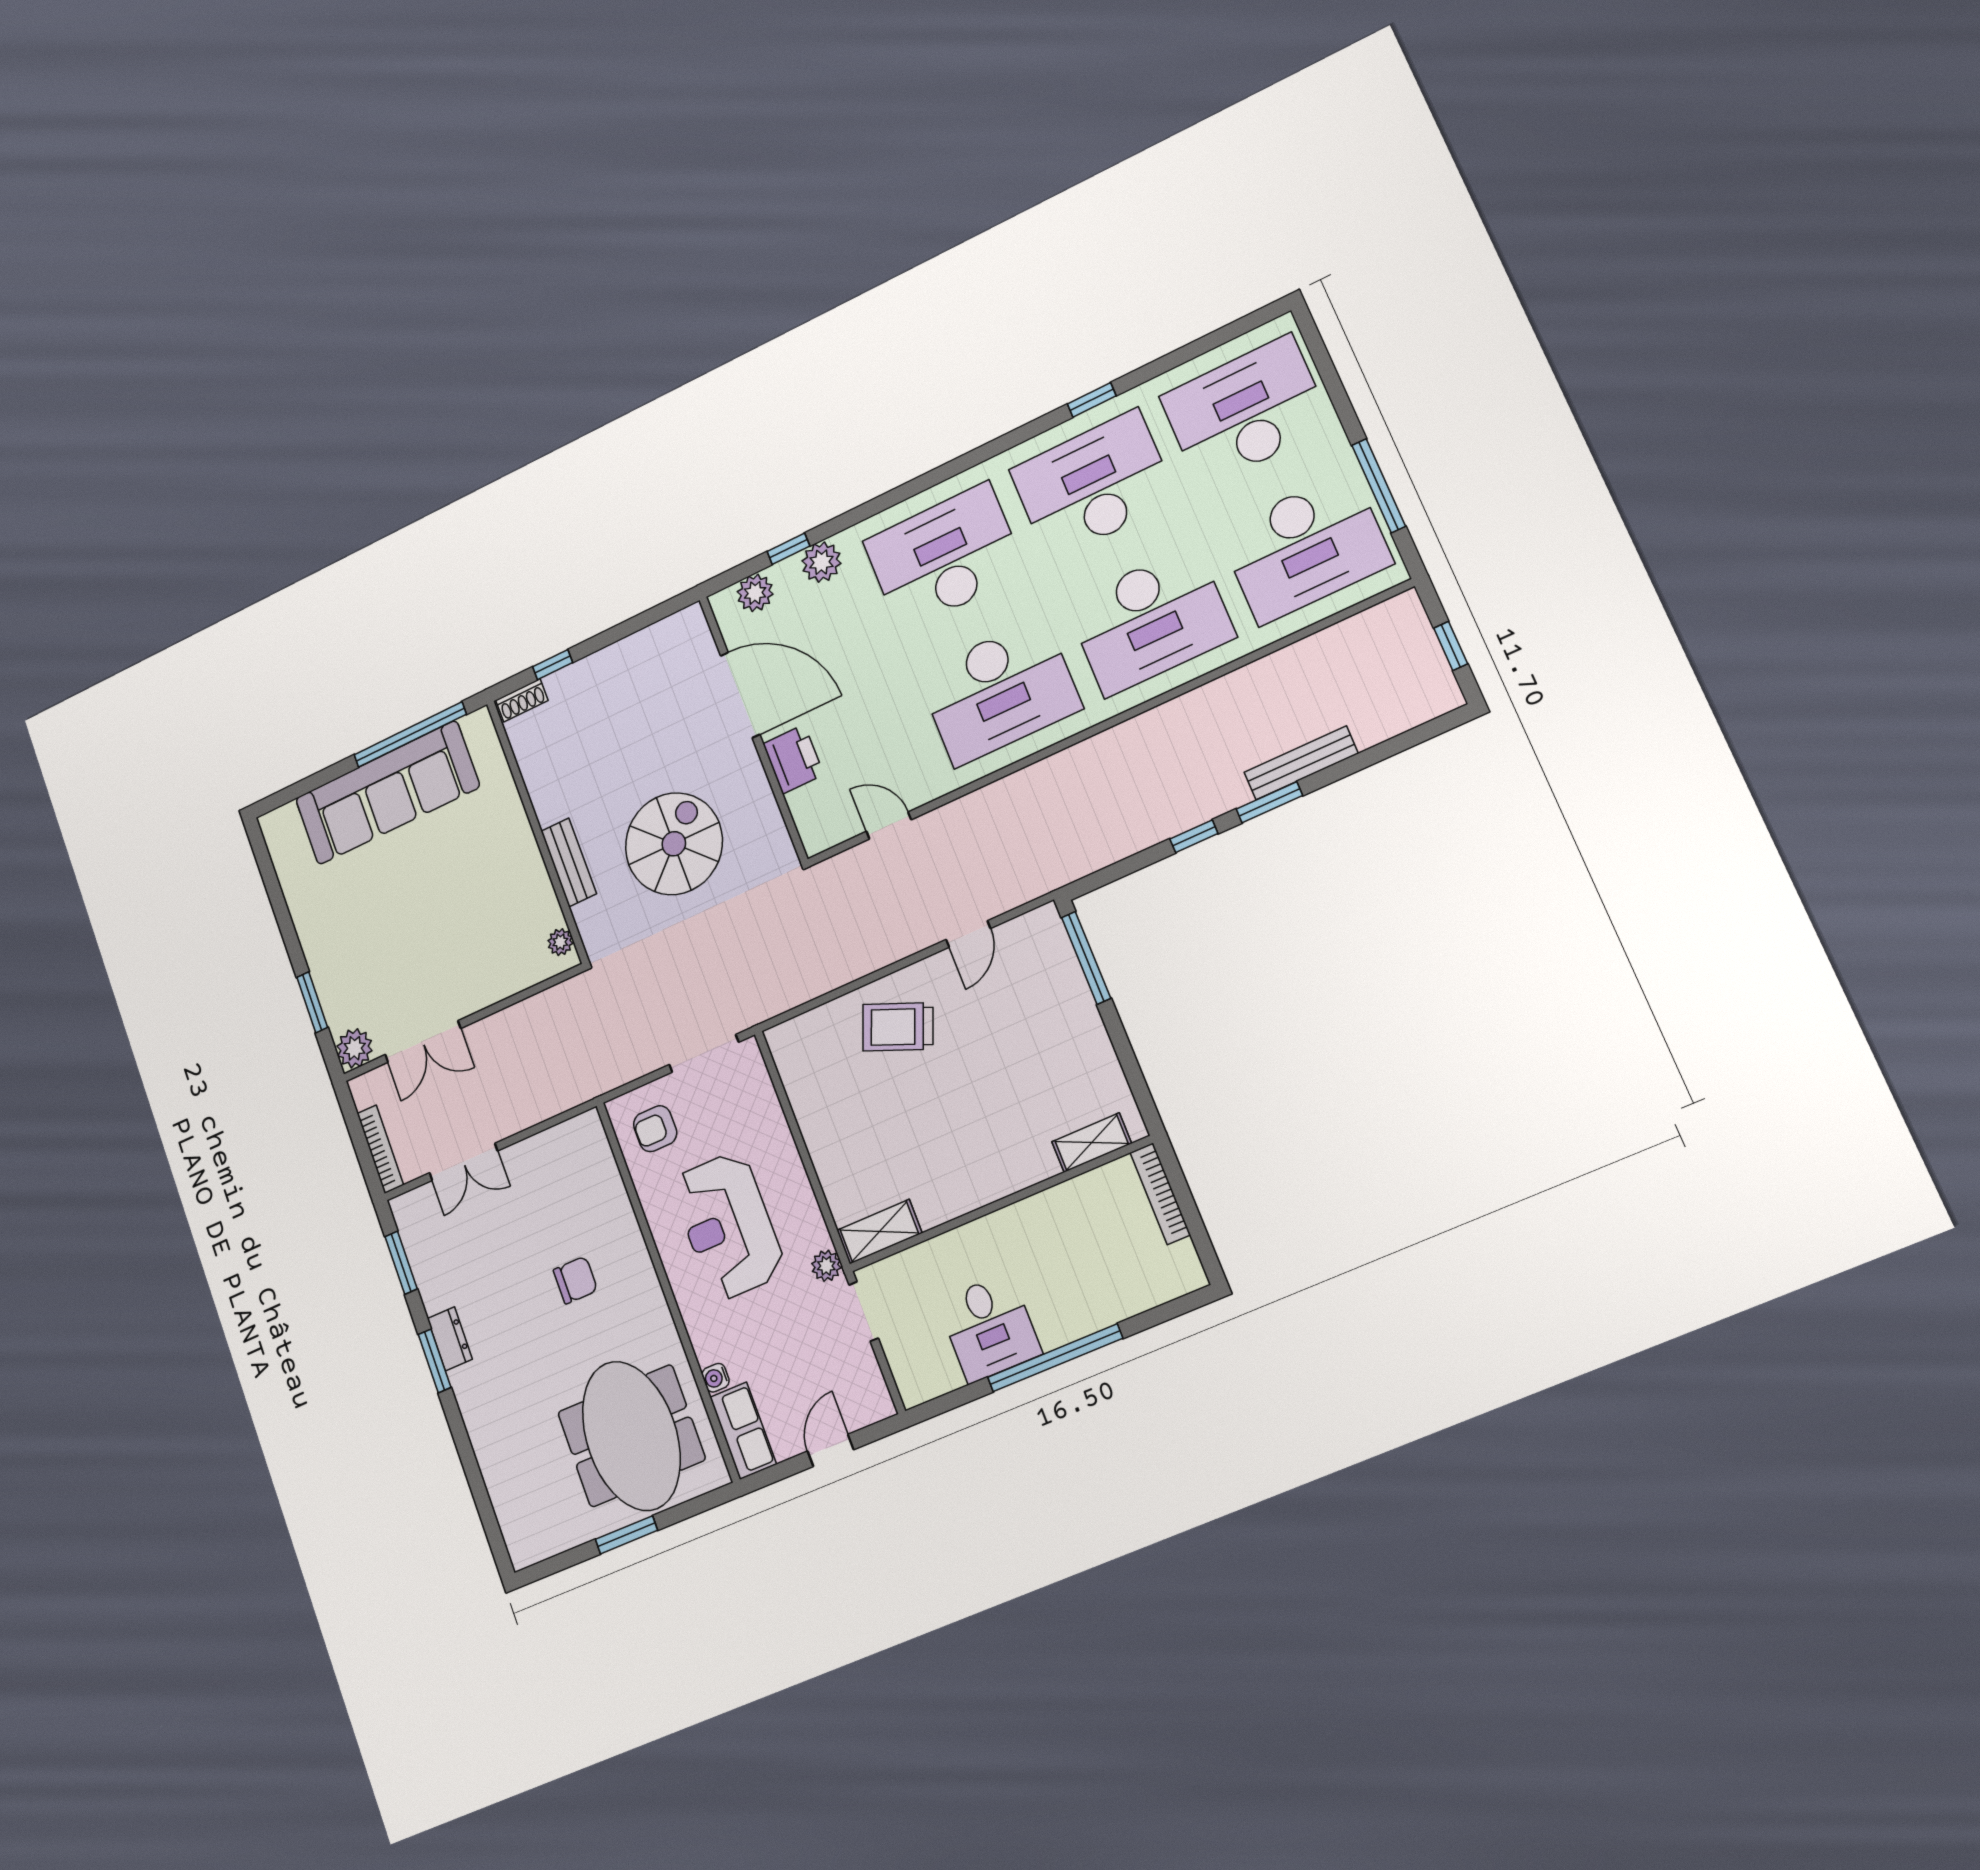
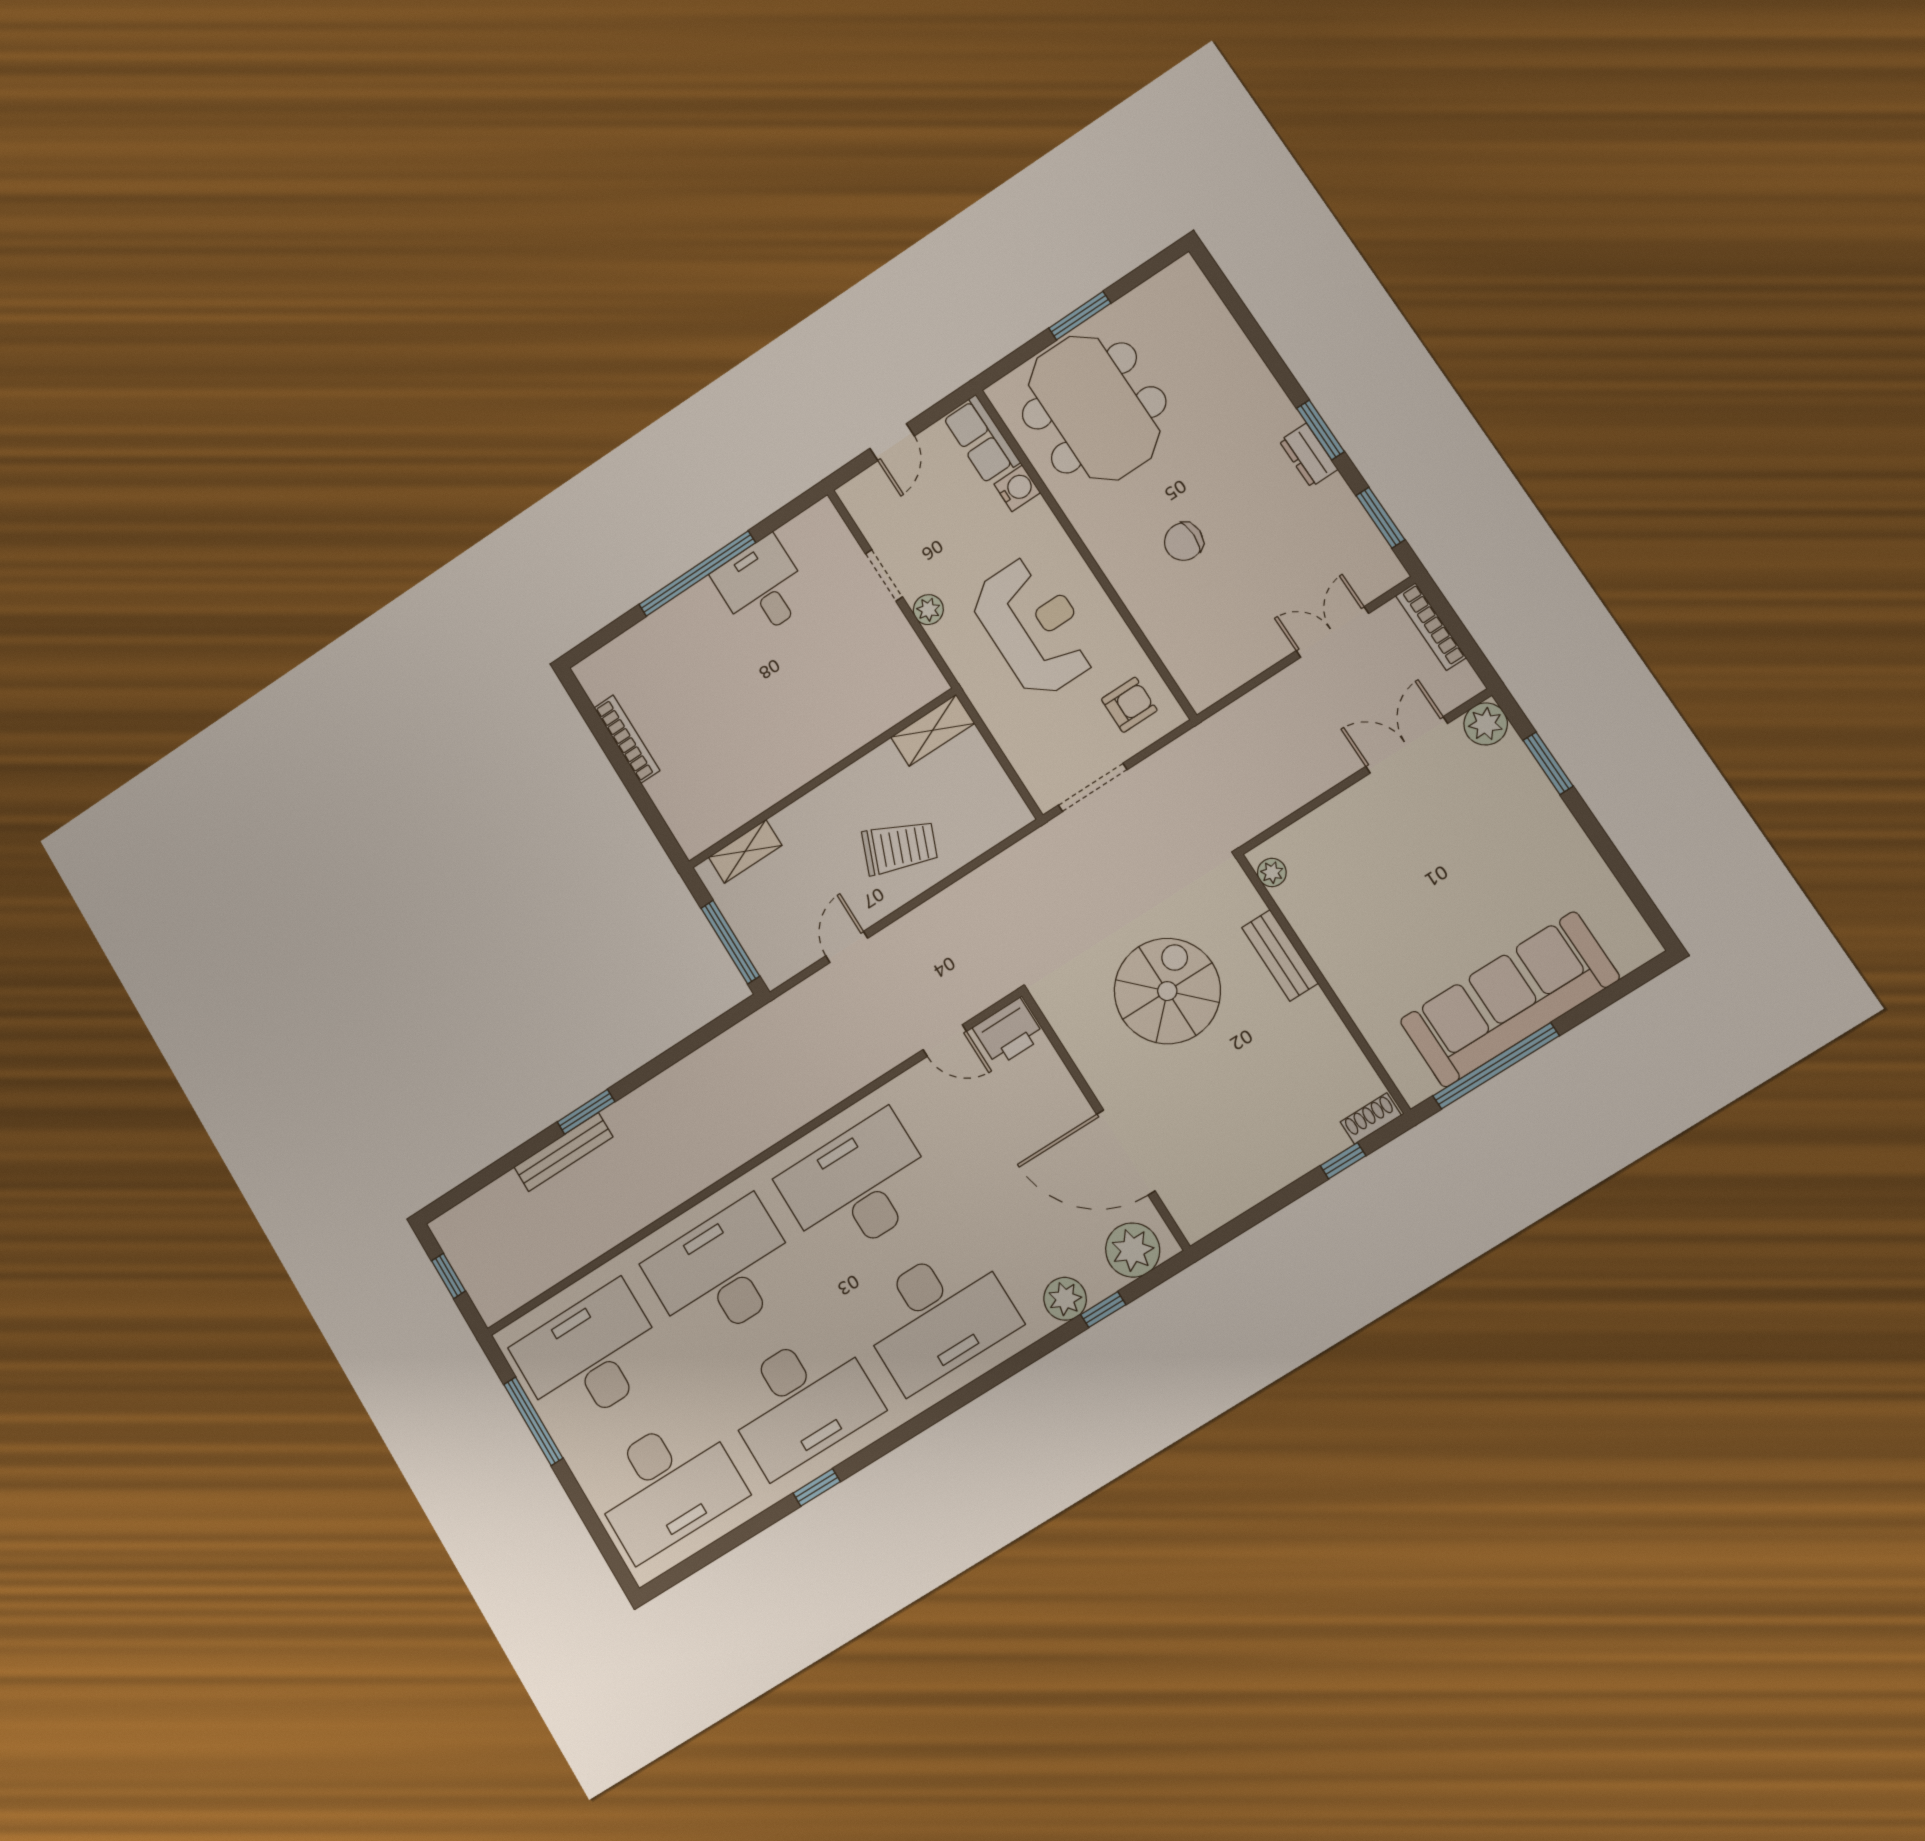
plant: (755, 593) -> (1133, 1250), width x1.36, depth x1.36
printer: (793, 759) -> (1009, 1032), moved, turned -90
window: (1194, 836) -> (649, 1071), removed
spiral stairs: (674, 844) -> (1167, 991), turned 180
shelving: (1092, 1142) -> (745, 851), moved
wall: (999, 1204) -> (822, 778), moved
shelving: (879, 1232) -> (933, 730), moved
water cooler: (716, 1378) -> (1017, 488), width x1.38, depth x1.38

